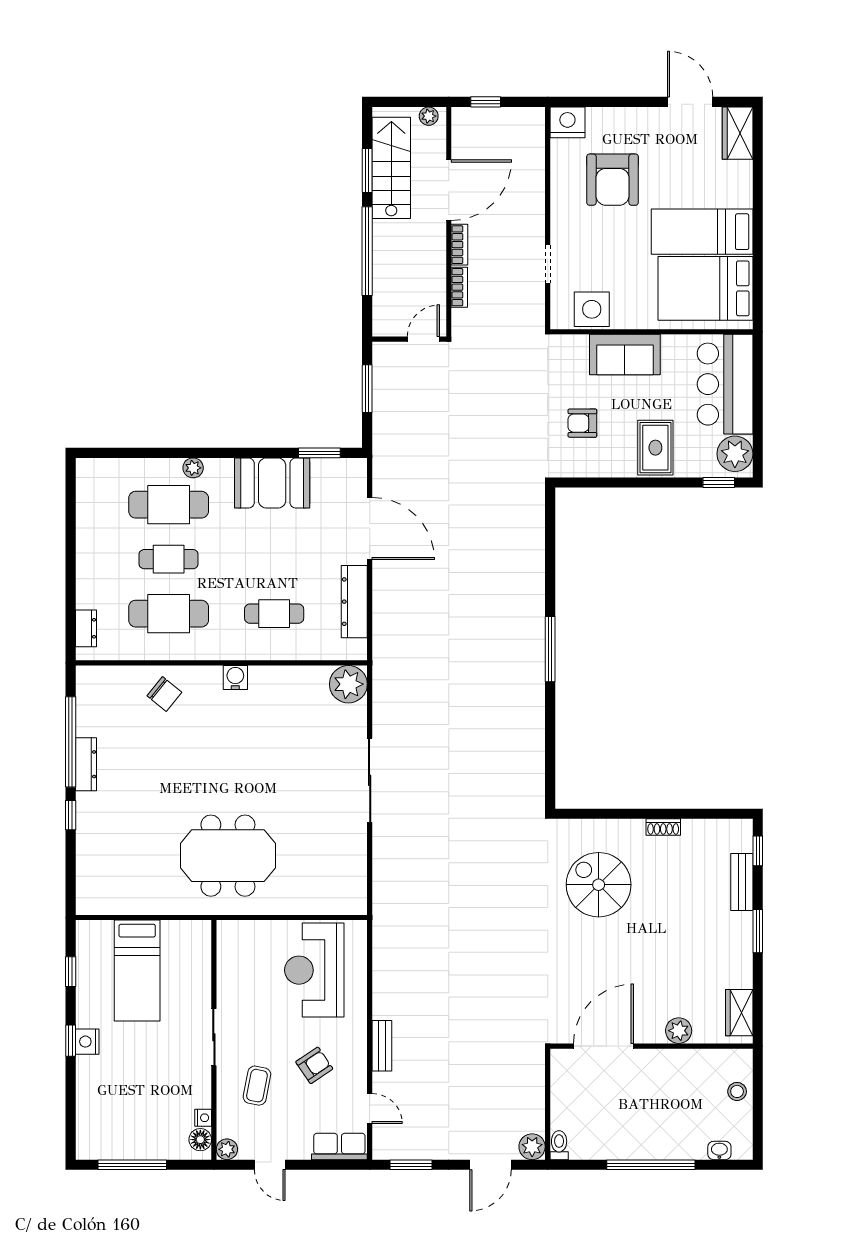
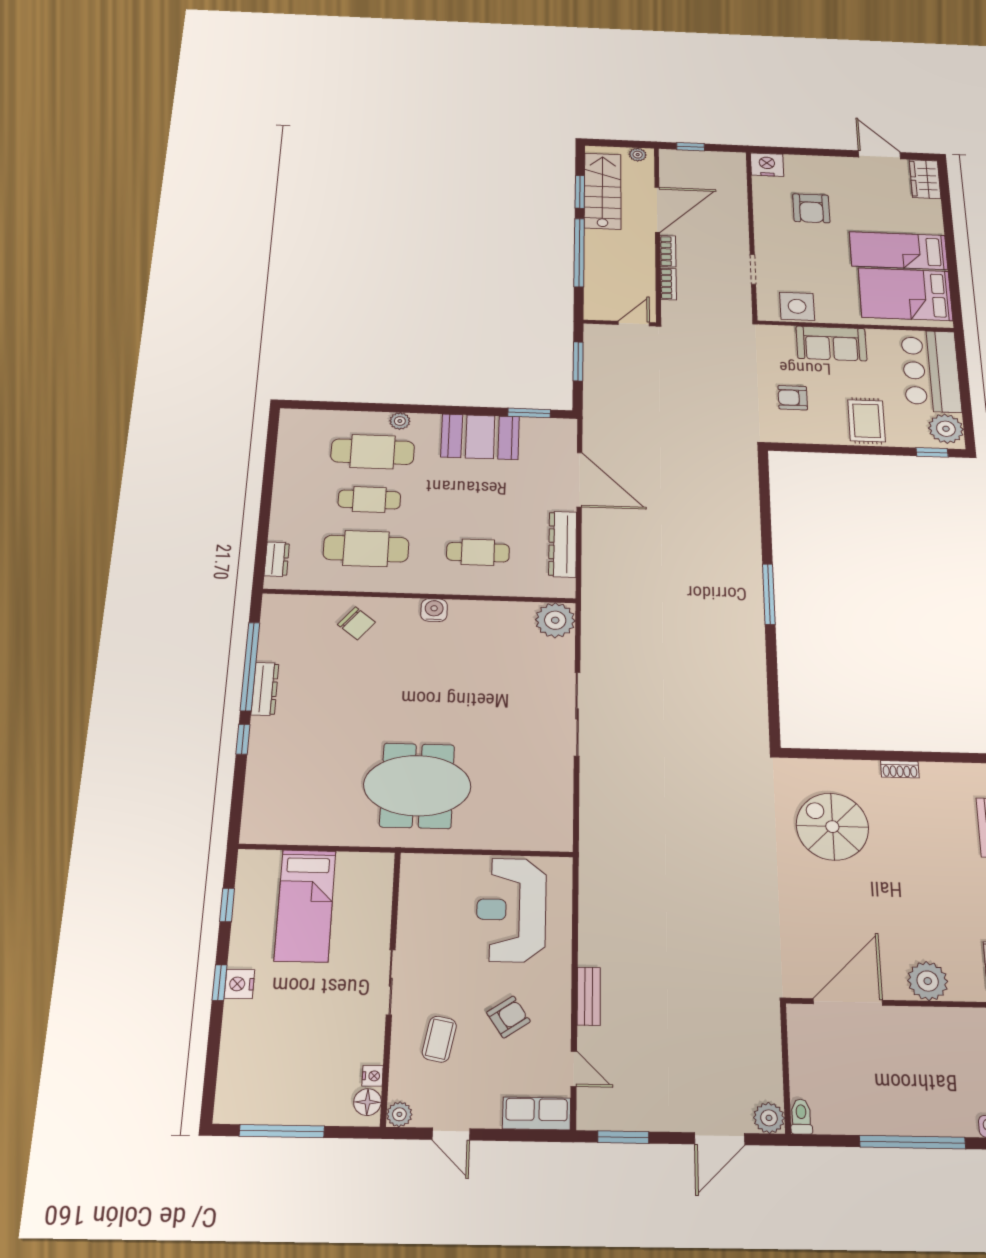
armchair: (613, 180) -> (811, 208), width x0.73, depth x0.73
plant: (679, 1031) -> (928, 981), width x1.36, depth x1.36

